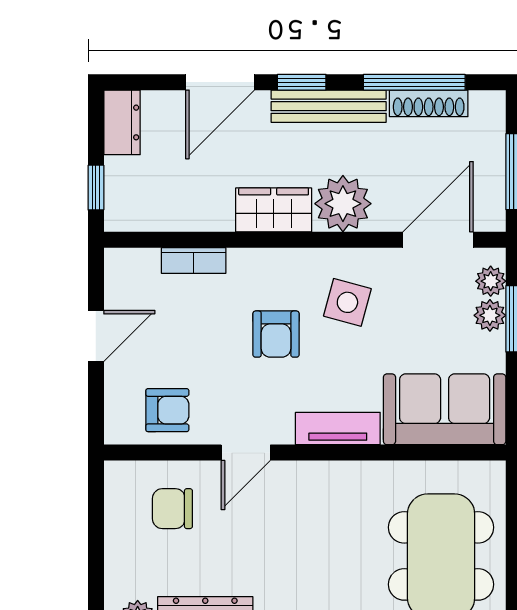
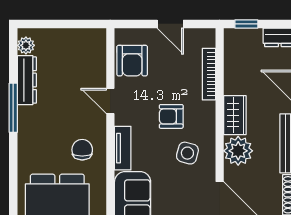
bookcase: (194, 261) -> (209, 74), width x1.56
armchair: (167, 410) -> (132, 61), width x1.38, depth x1.38
chair: (172, 509) -> (82, 150), moved

